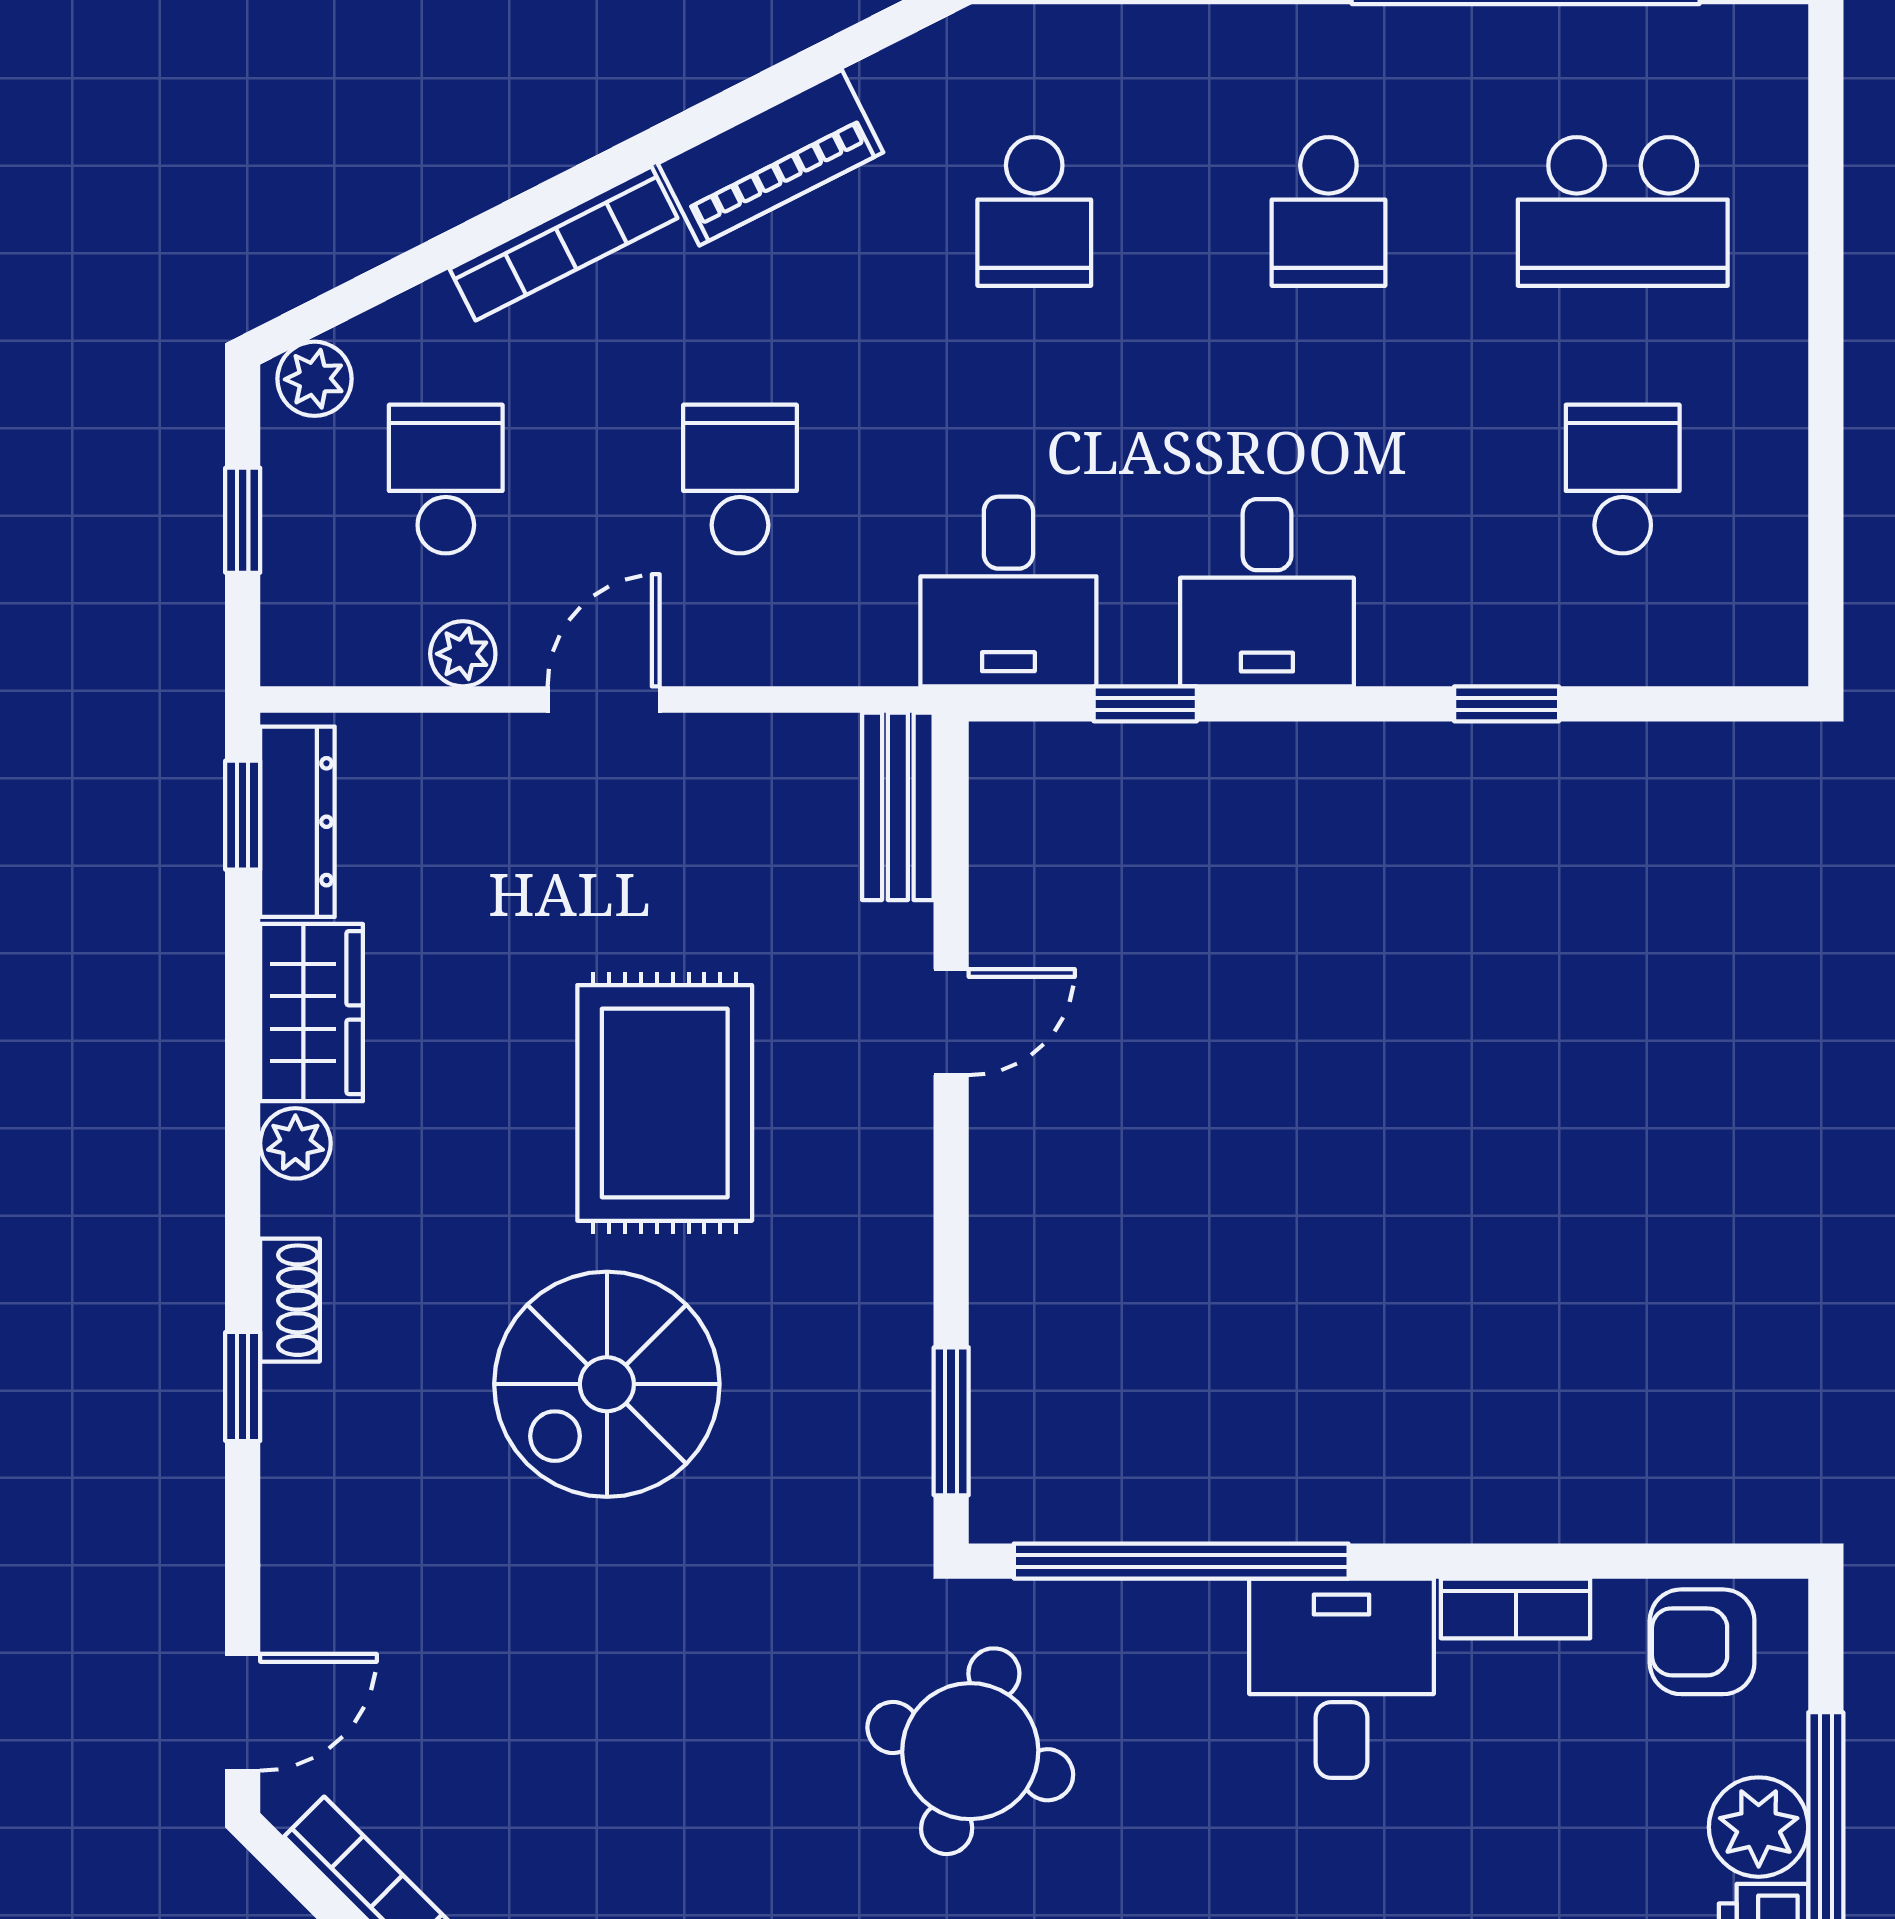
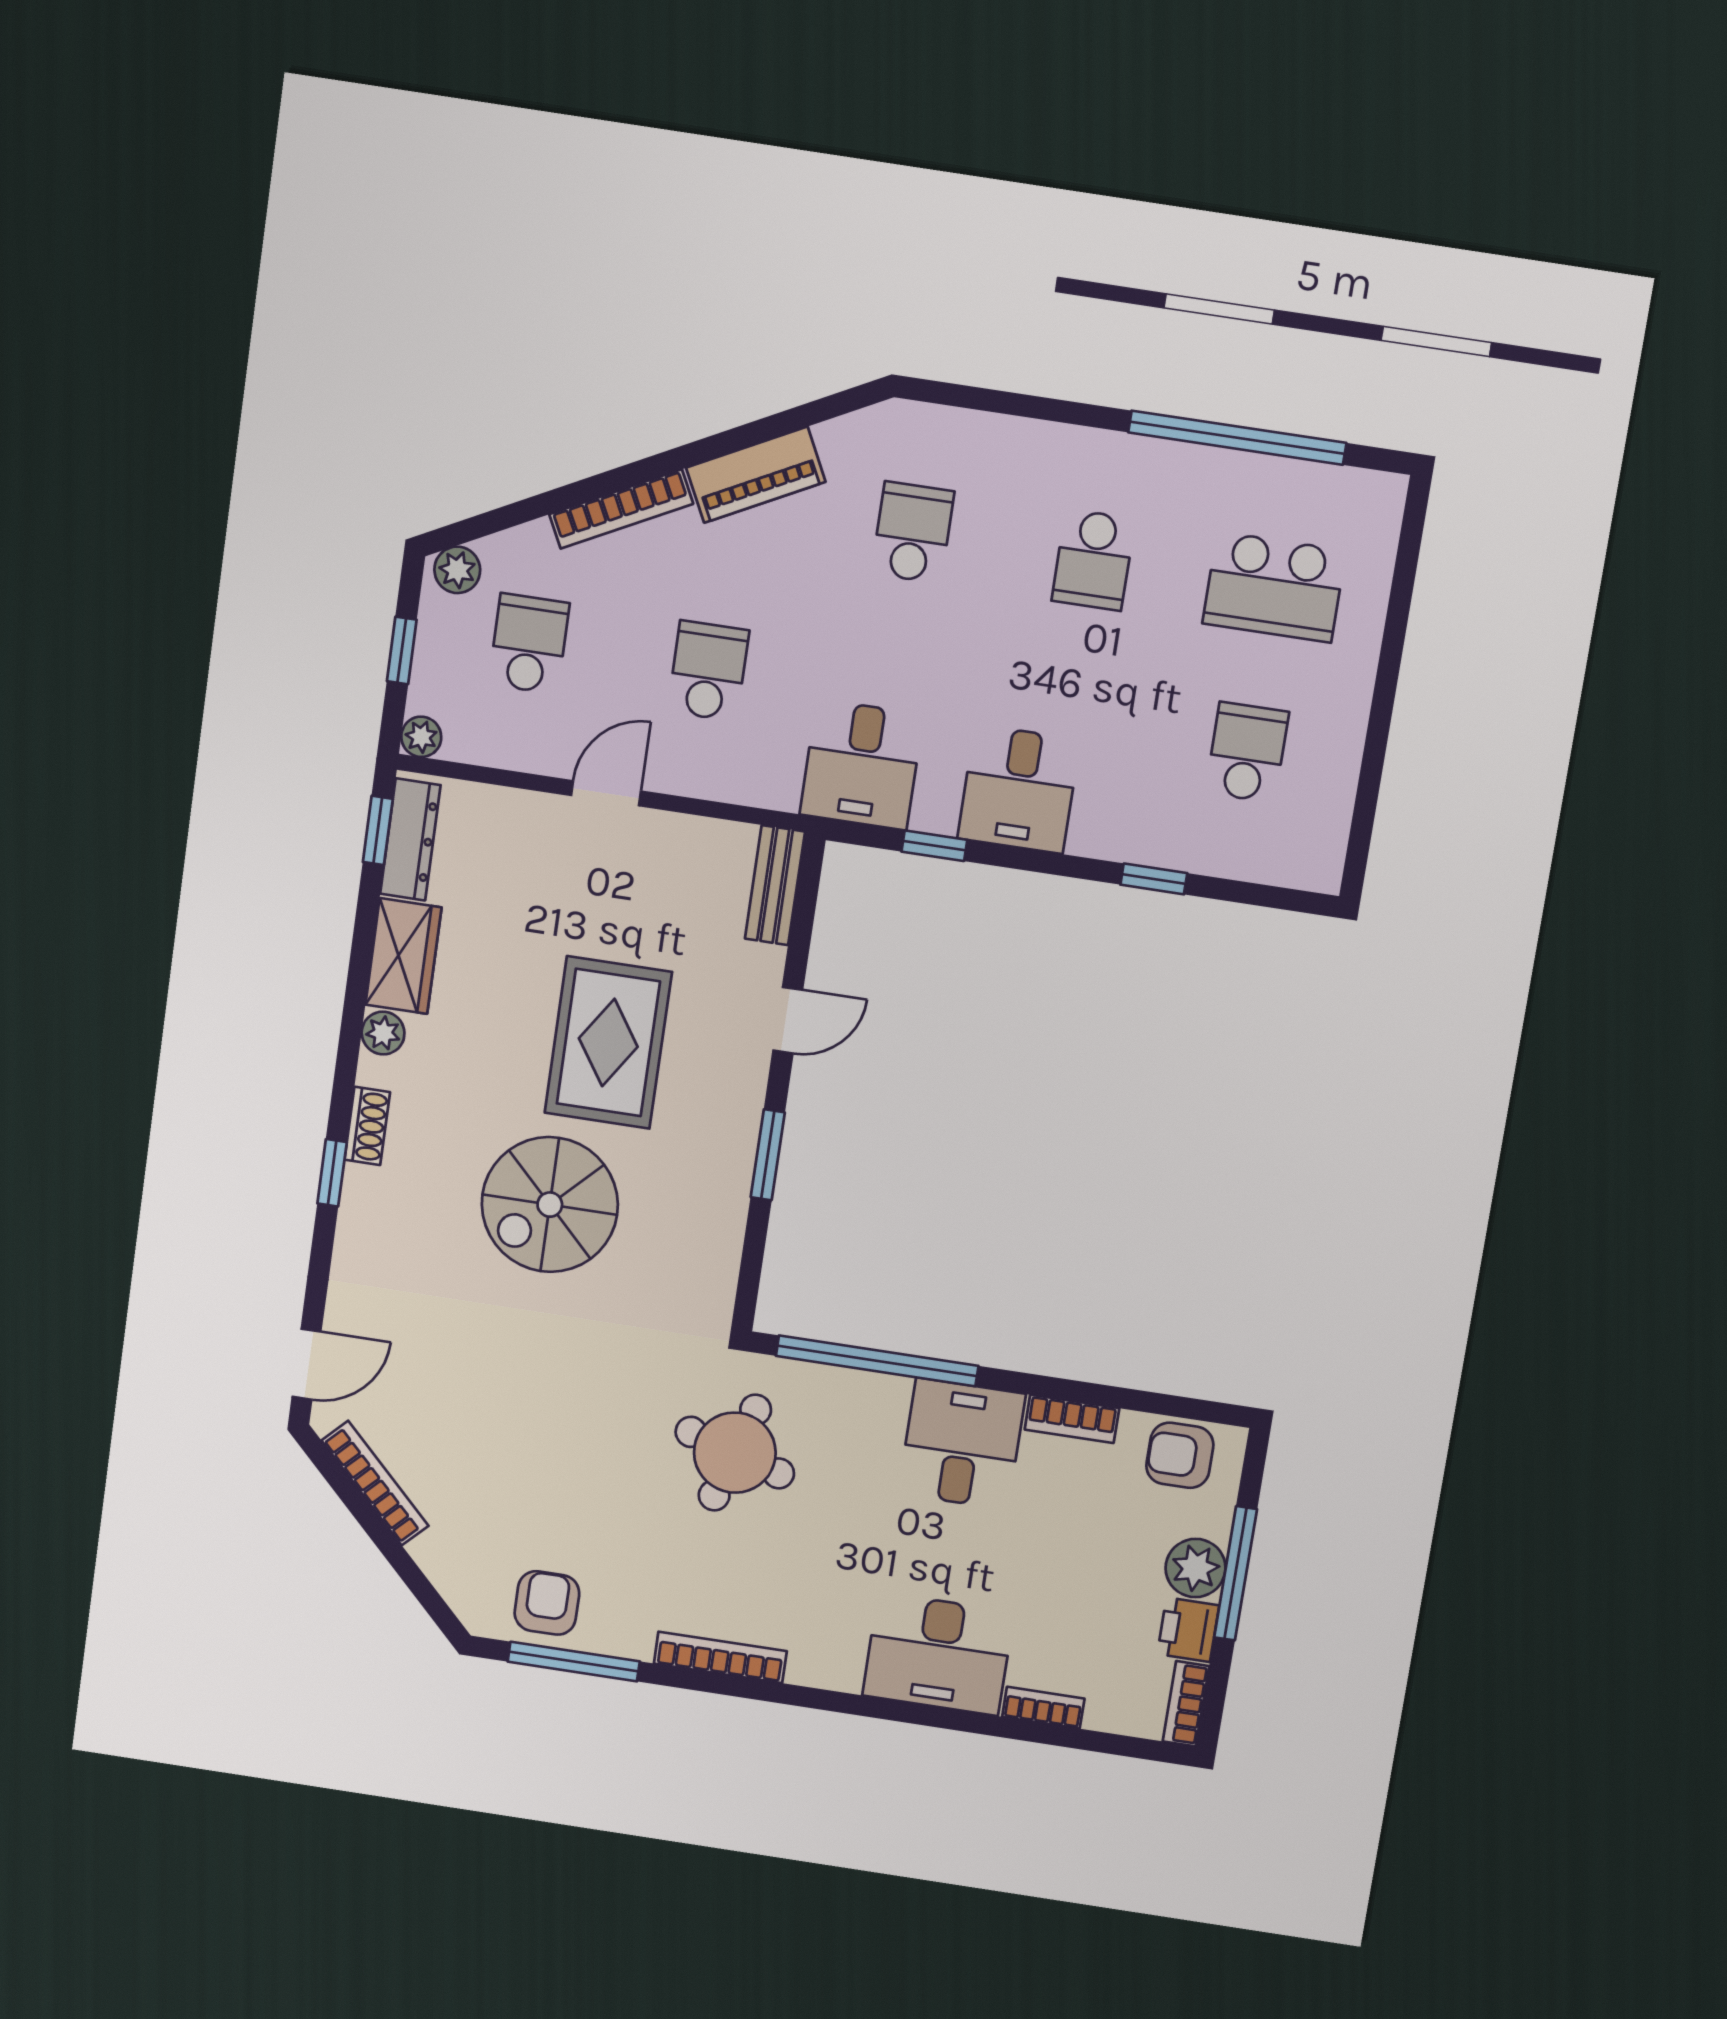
school desk: (1034, 211) -> (913, 533), turned 180
plant: (463, 654) -> (421, 737), moved
window: (951, 1421) -> (768, 1155), moved

